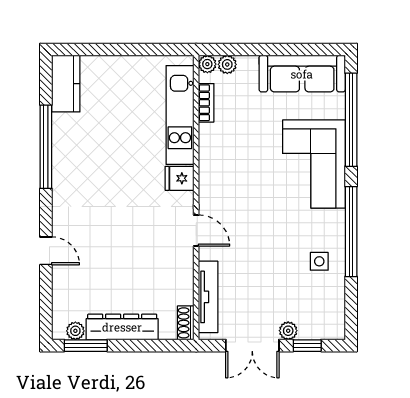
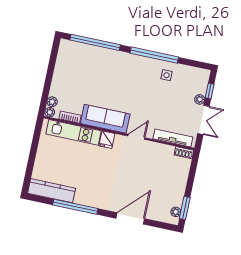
sofa: (302, 74) -> (105, 119), moved, turned -90
kitchen counter: (66, 84) -> (52, 191), width x1.50
corner sofa: (314, 164) -> (114, 67), removed
door: (46, 251) -> (130, 218), width x1.88
dresser: (122, 327) -> (179, 187), removed

